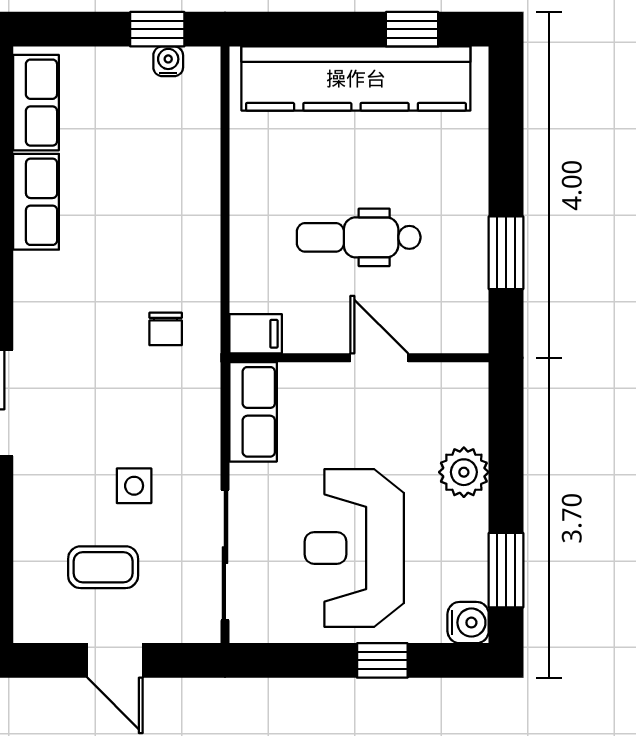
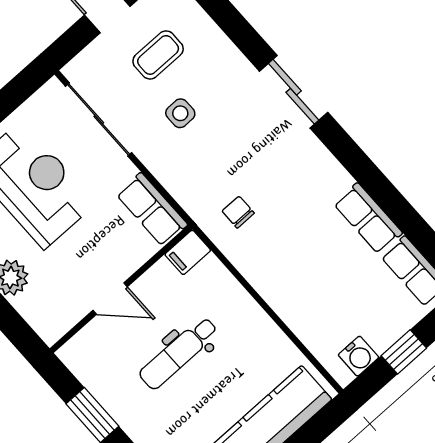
window: (157, 29) -> (404, 352), moved
water cooler: (168, 61) -> (358, 356), width x1.38, depth x1.38
dental chair: (359, 237) -> (179, 353), turned 180

